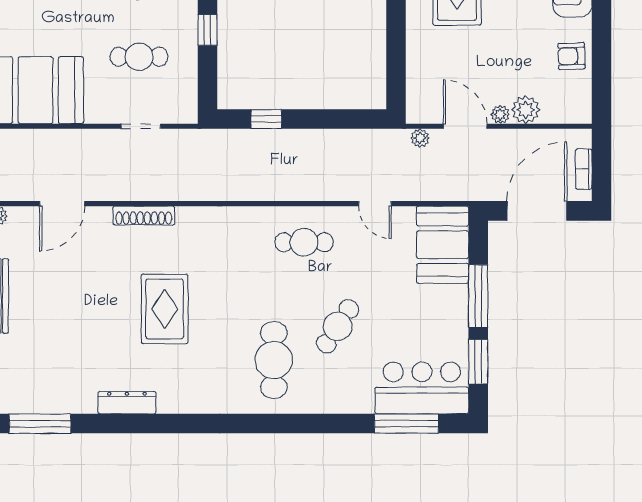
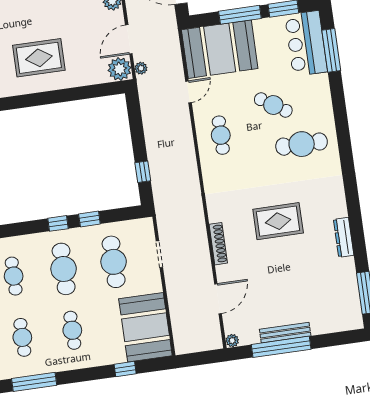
cafe table: (139, 57) -> (114, 262), width x1.37, depth x1.35
plant: (500, 114) -> (120, 69), moved, width x1.88, depth x1.88
door: (62, 204) -> (218, 299), hinge flipped
booth: (443, 245) -> (220, 49), width x1.36, depth x1.42

